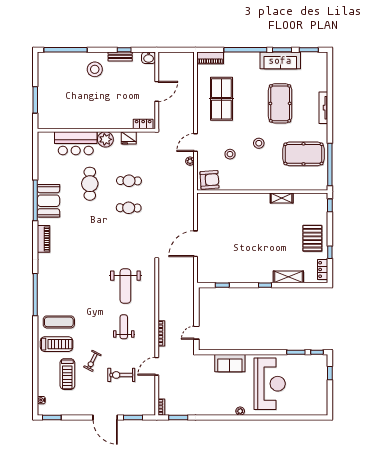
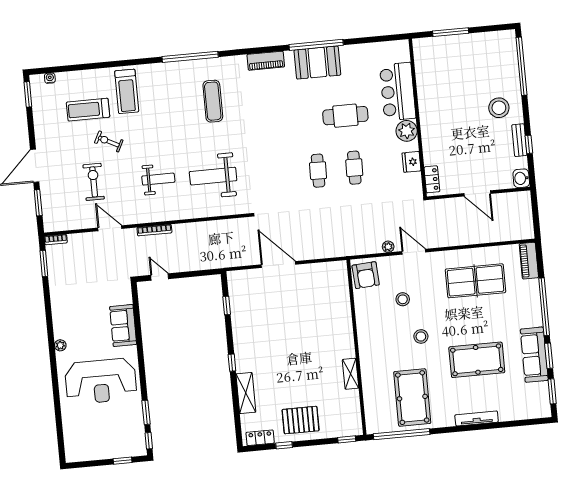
exercise mat: (59, 322) -> (213, 101), moved

